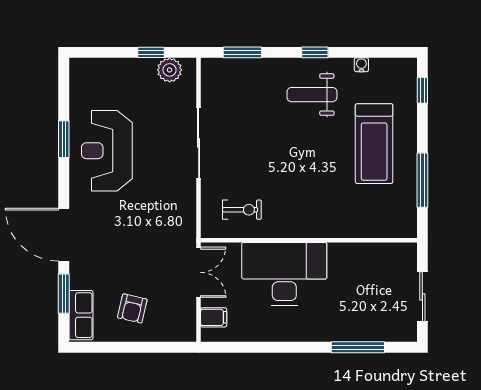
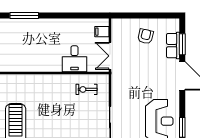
desk: (284, 274) -> (74, 59), width x0.53, depth x0.77
row of seats: (81, 315) -> (173, 46), moved

